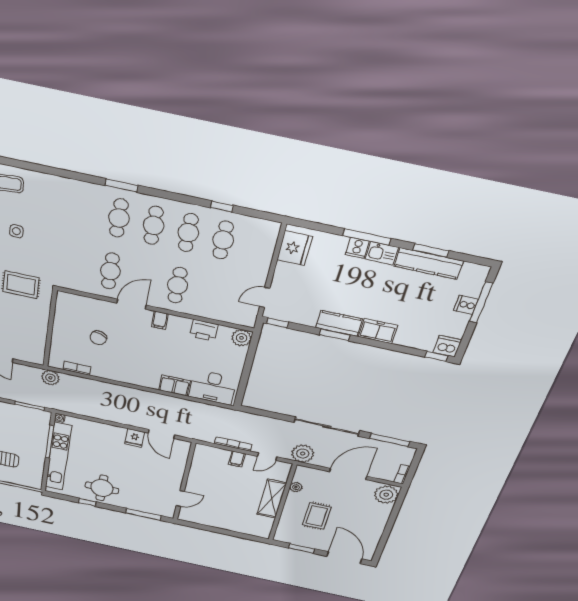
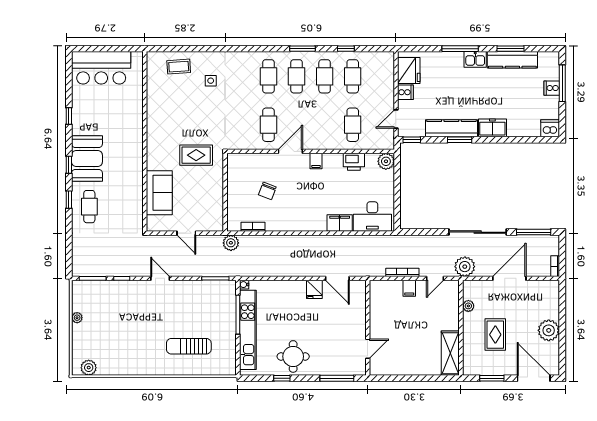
window: (121, 185) -> (302, 49), moved
side table: (16, 231) -> (211, 81), moved
cooker: (357, 248) -> (405, 92), moved, turned -90
cafe table: (178, 285) -> (353, 125), moved
kitchen counter: (339, 323) -> (451, 128), width x1.50
window: (436, 356) -> (545, 140), removed
plant: (386, 495) -> (549, 330), moved
shelving: (272, 499) -> (450, 353), moved

